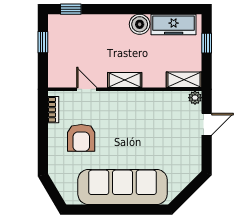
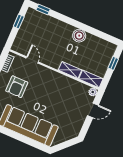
freezer: (174, 25) -> (99, 44), removed
shelving: (125, 80) -> (70, 70), moved

